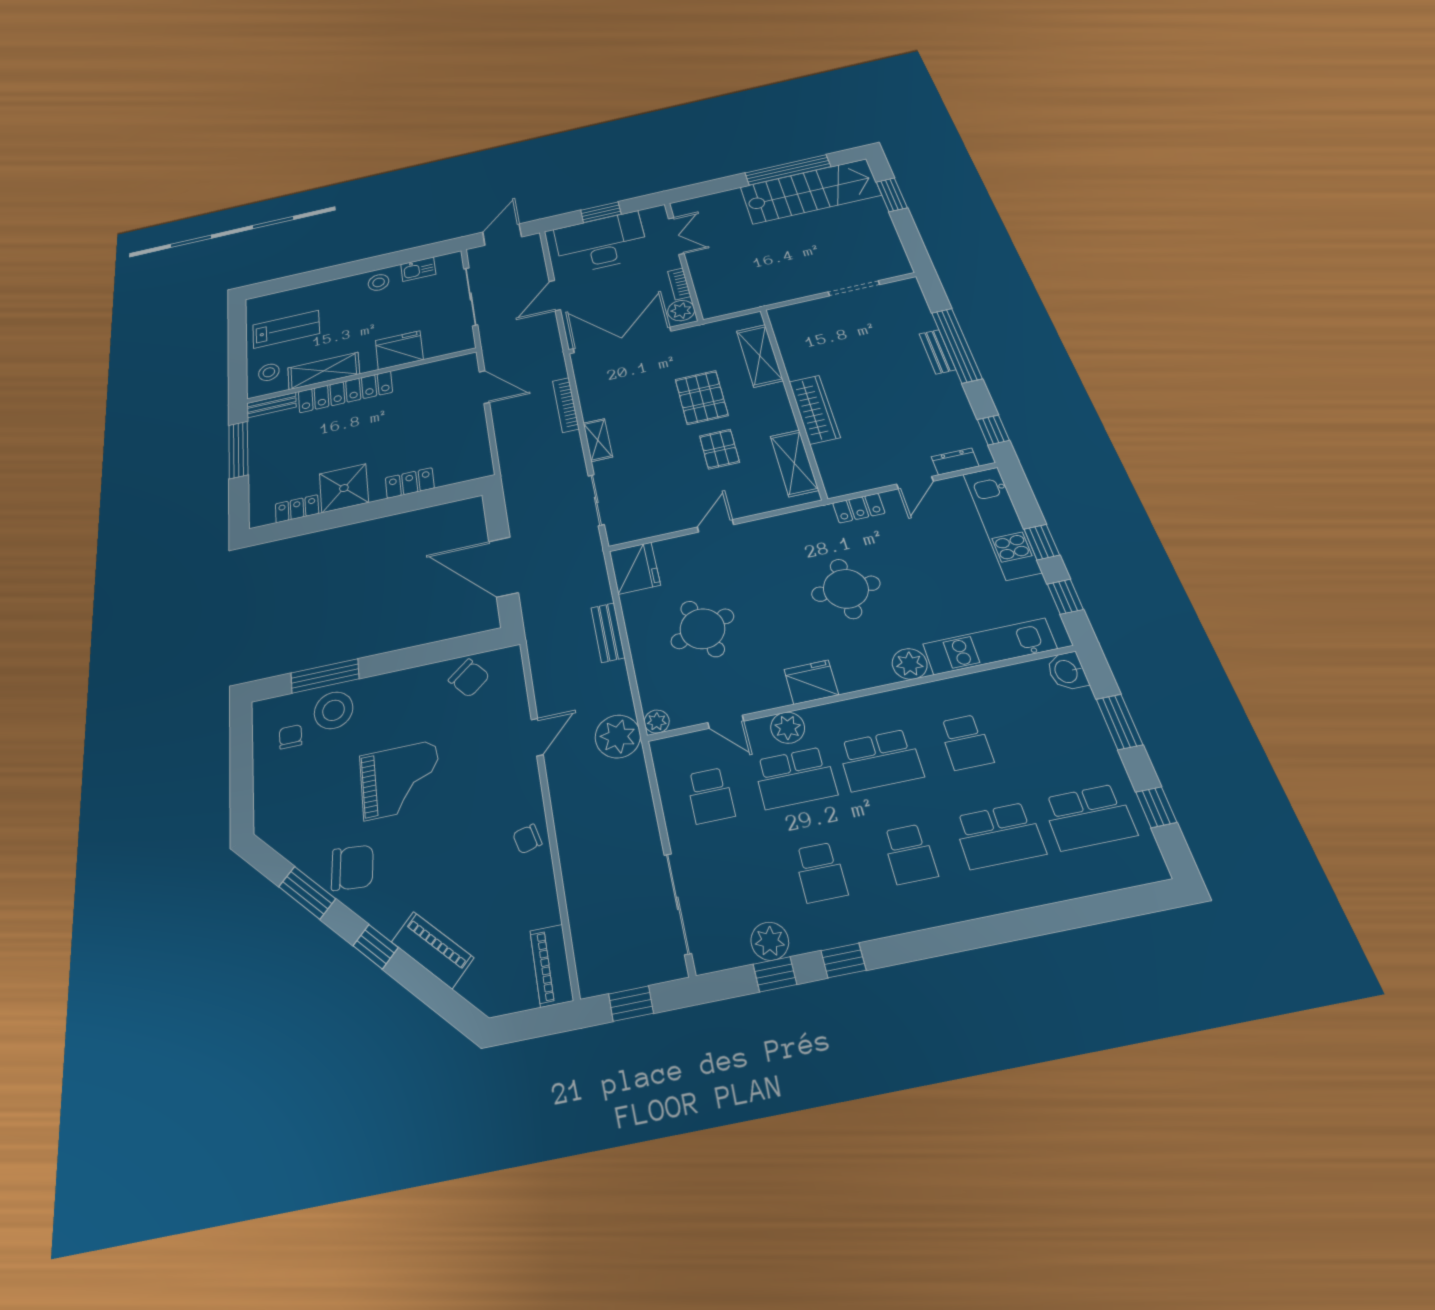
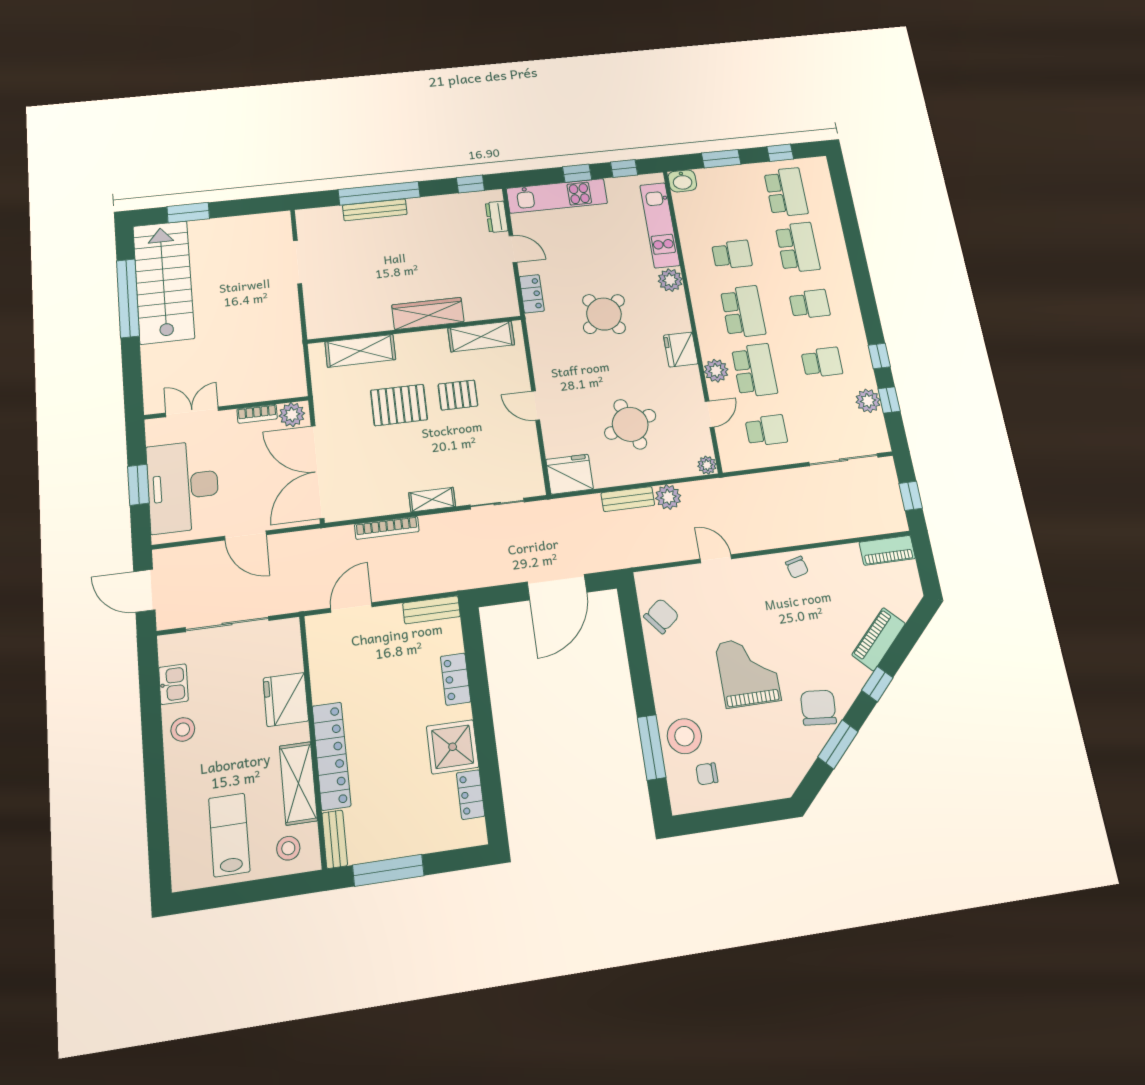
bench: (937, 352) -> (375, 210), width x1.36
bench: (481, 454) -> (431, 610), added
round table: (846, 589) -> (604, 314), turned -38
plant: (618, 736) -> (668, 497), moved, width x0.73, depth x0.73

